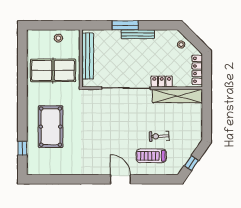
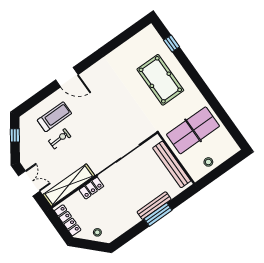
bench: (138, 34) -> (154, 206), moved
double door: (207, 119) -> (29, 183), added

